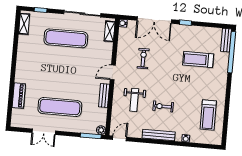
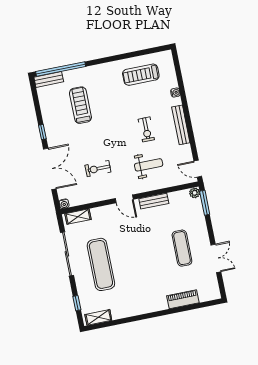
treadmill: (198, 59) -> (80, 105), turned 180
exercise mat: (60, 107) -> (182, 248), width x0.73, depth x0.69
treadmill: (208, 115) -> (141, 75), turned 180

